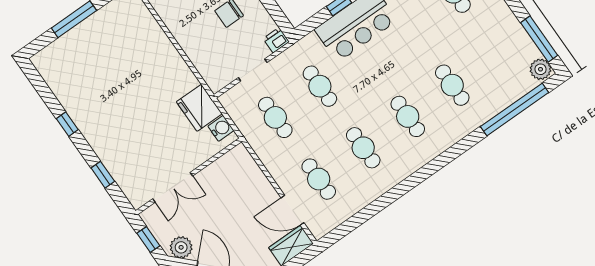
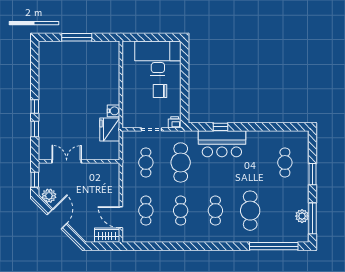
plant: (540, 69) -> (302, 216), moved
cafe table: (452, 85) -> (250, 211), width x1.37, depth x1.35
cafe table: (320, 86) -> (181, 162), width x1.37, depth x1.35
window: (67, 124) -> (35, 107), moved
water cooler: (221, 128) -> (113, 111), moved
double door: (173, 187) -> (67, 161), swing flipped

